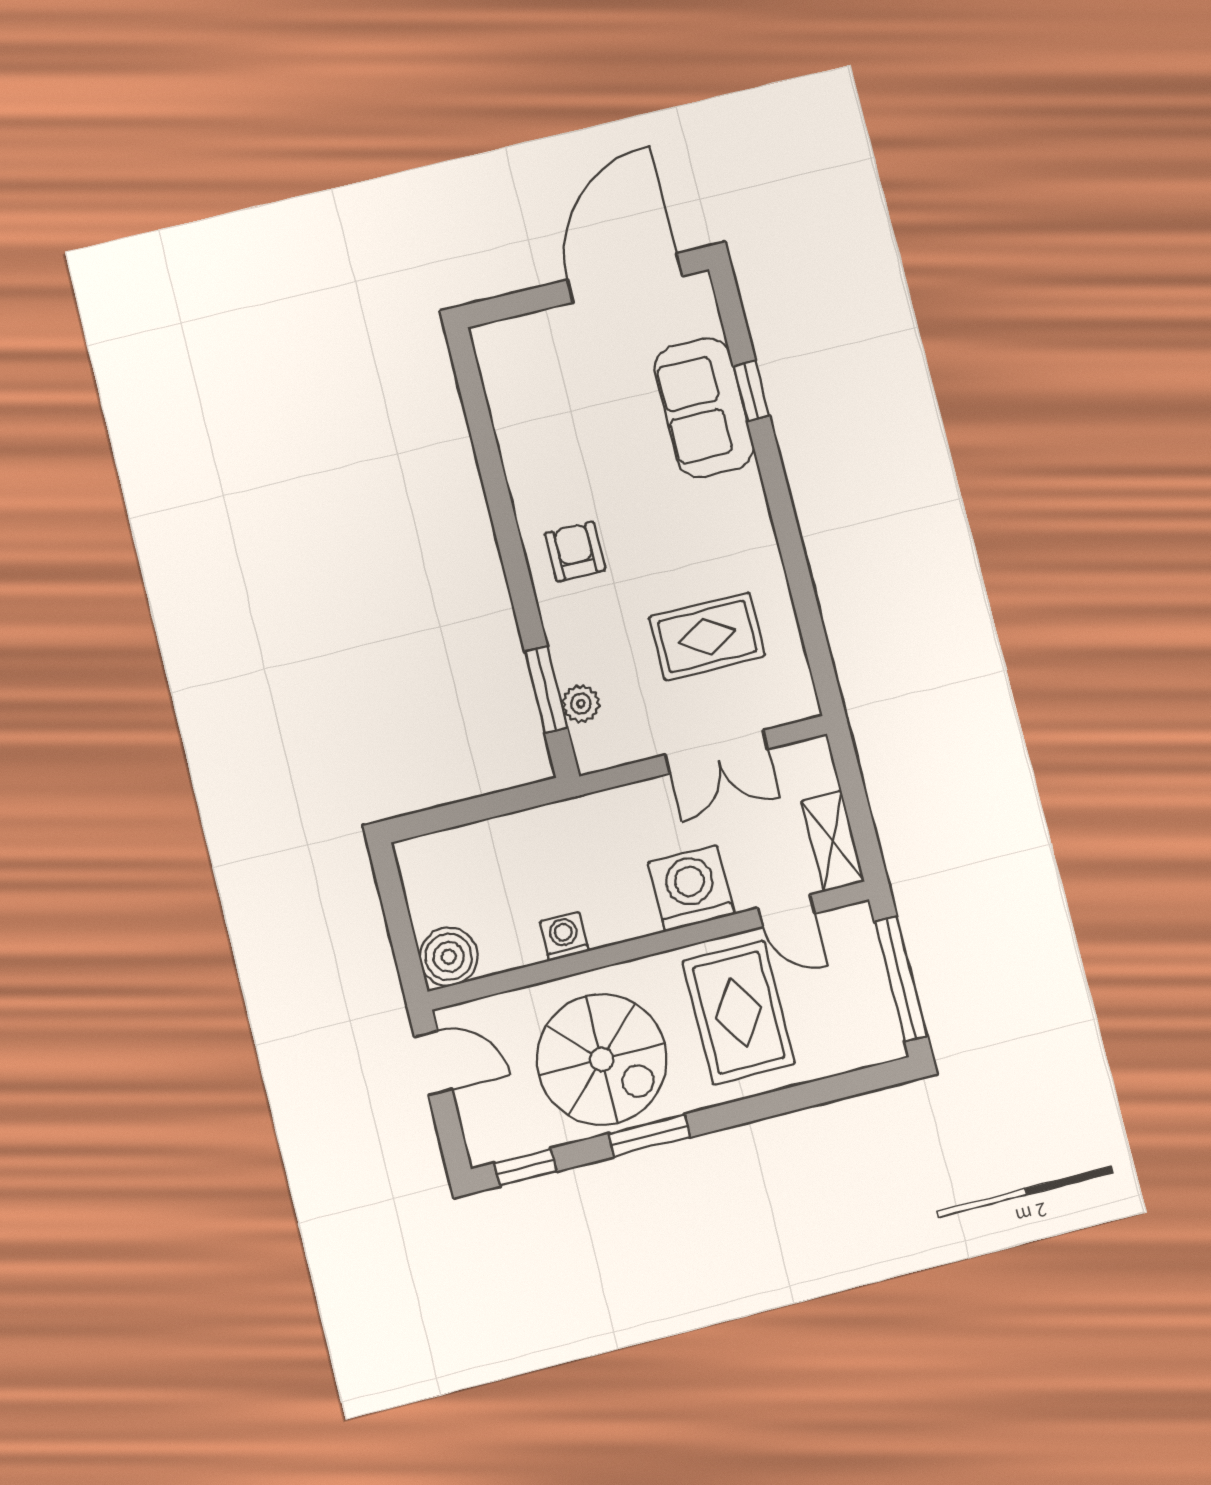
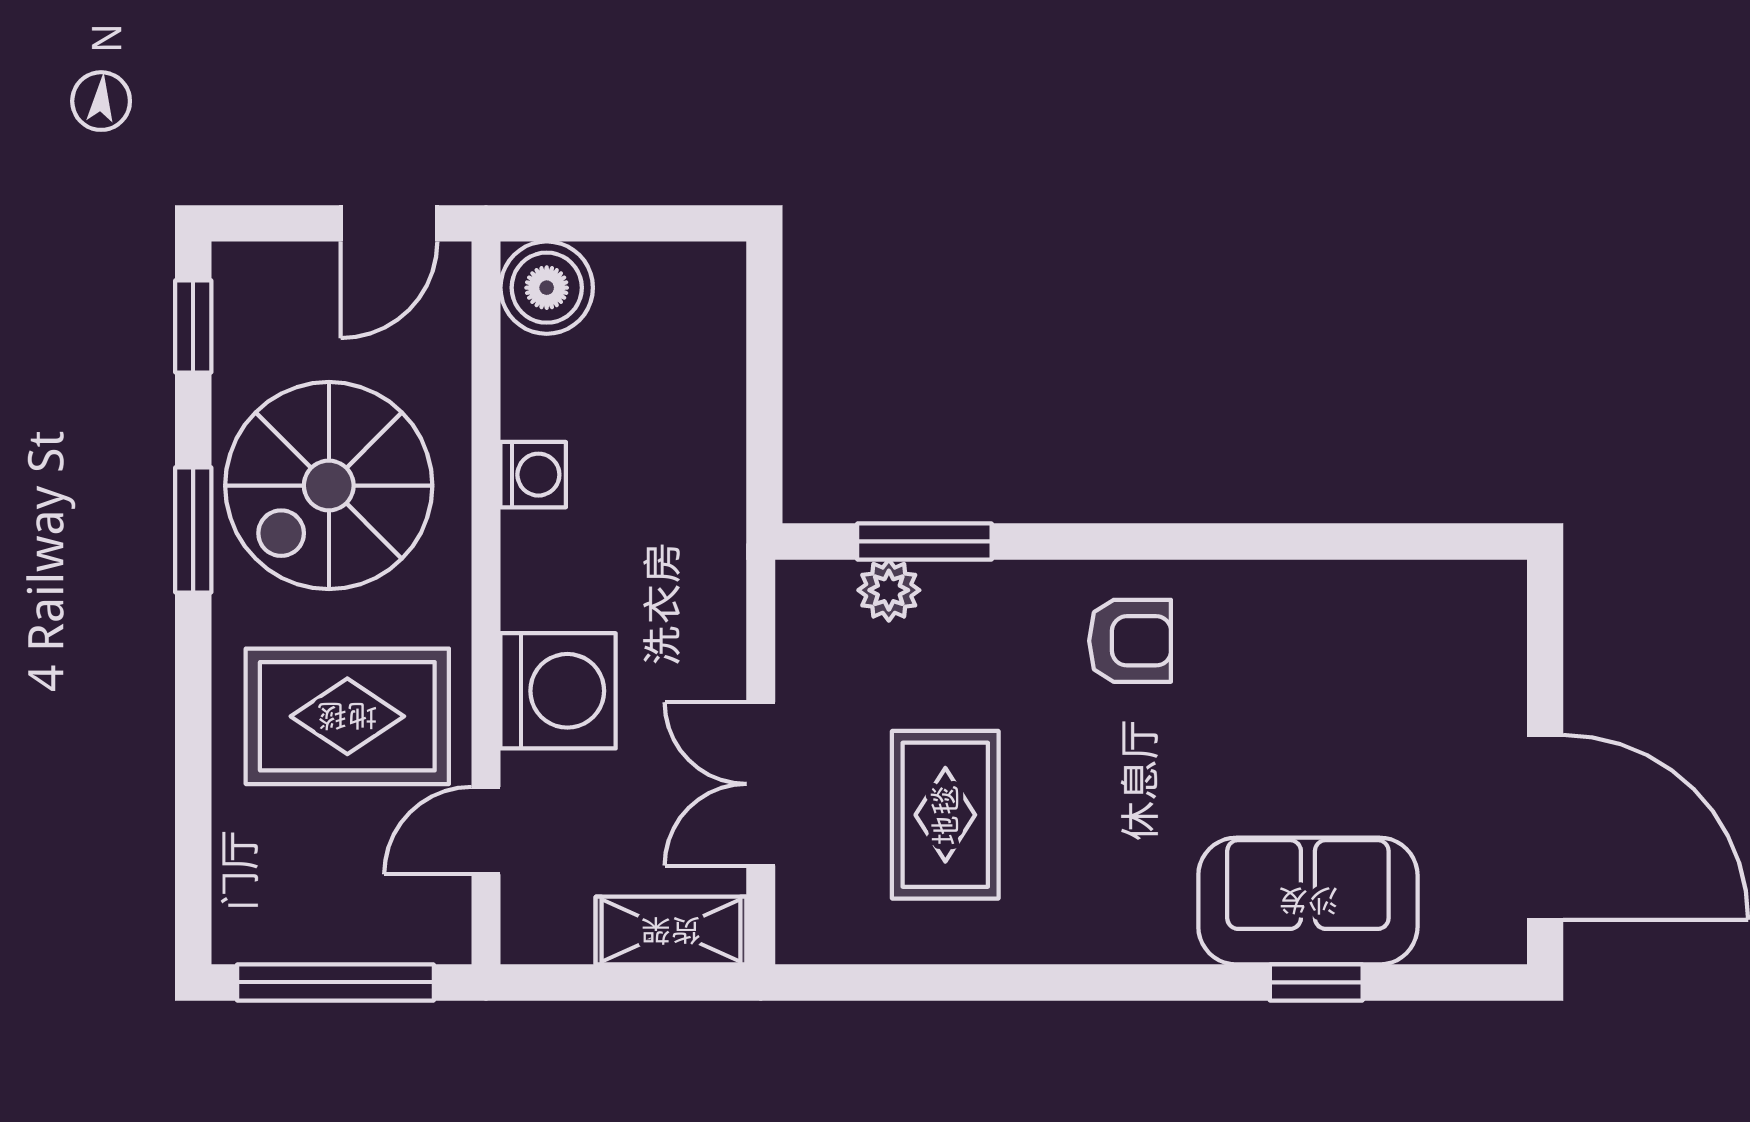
shelving: (833, 841) -> (671, 931), moved

